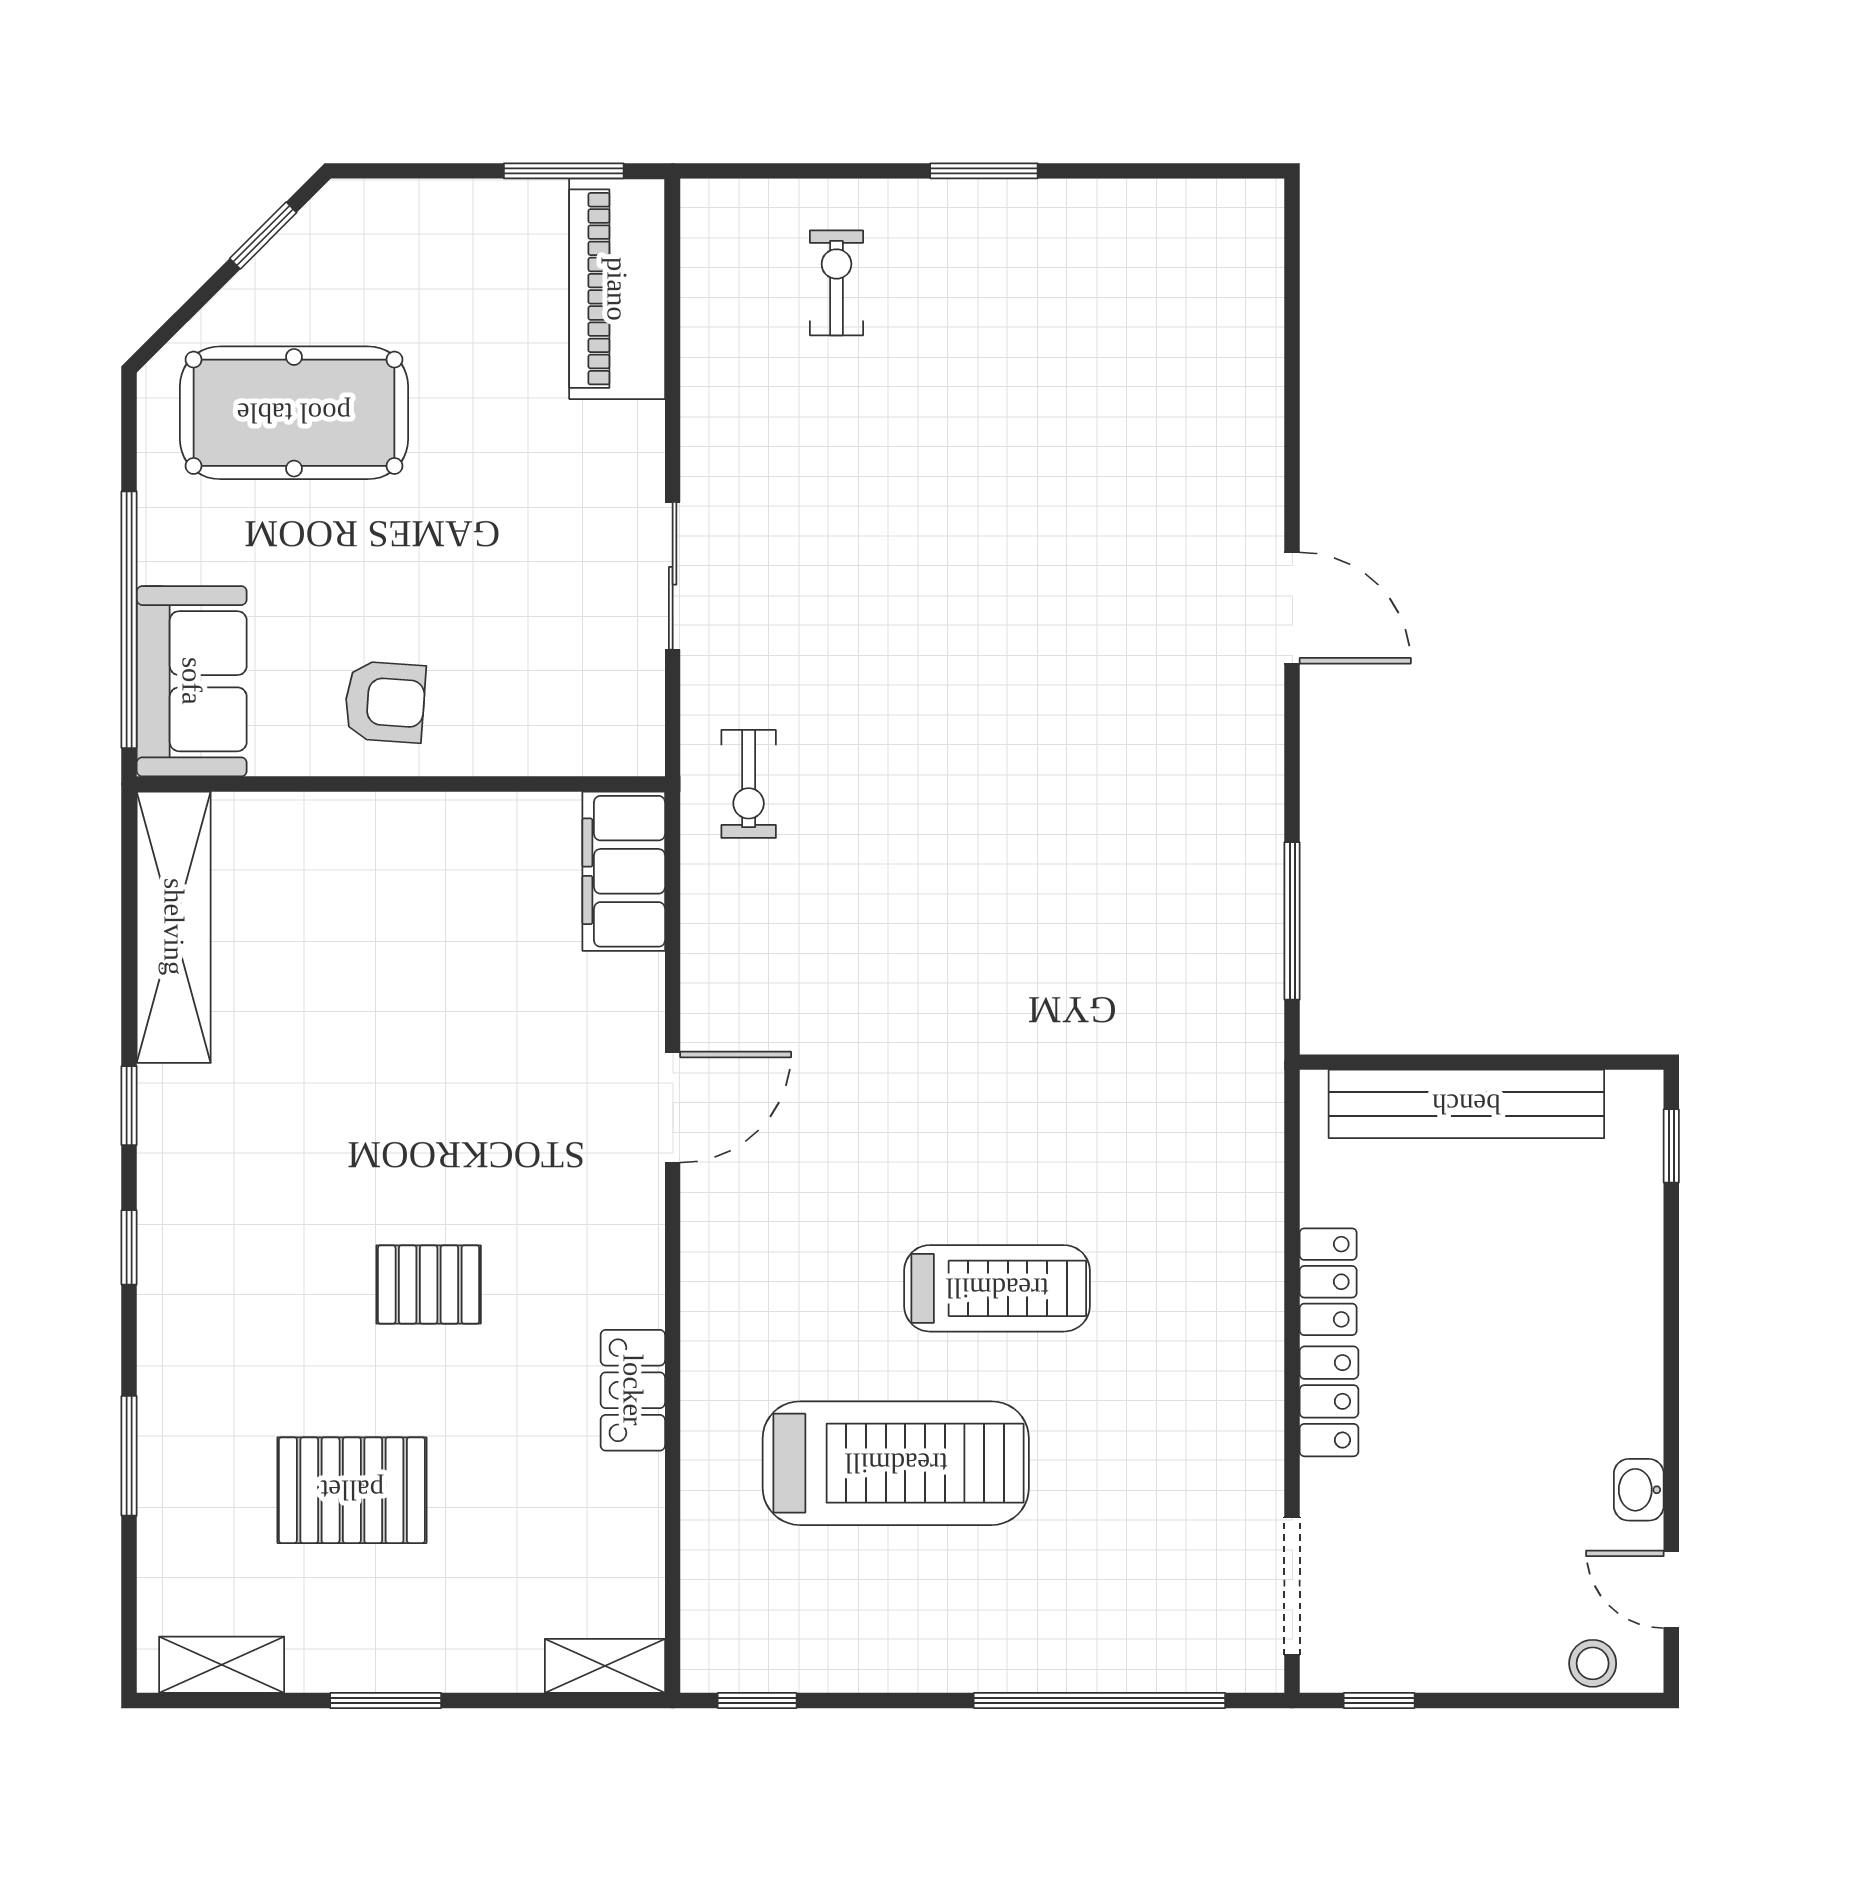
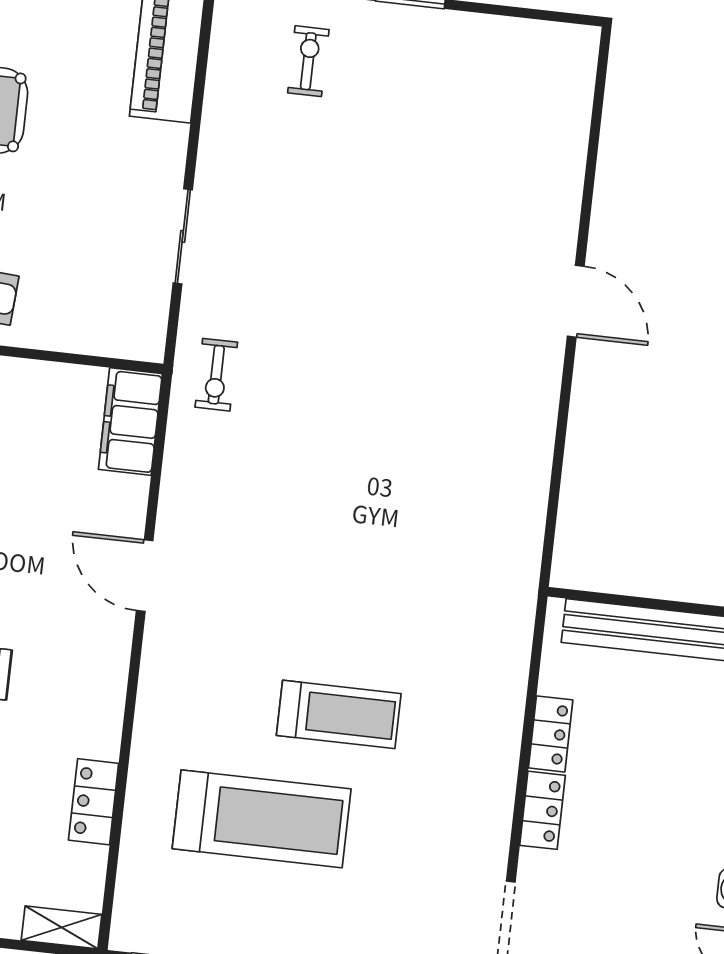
window: (1292, 921) -> (553, 501), removed
door: (673, 1107) -> (145, 576), swing flipped
locker: (633, 1390) -> (94, 802), moved

